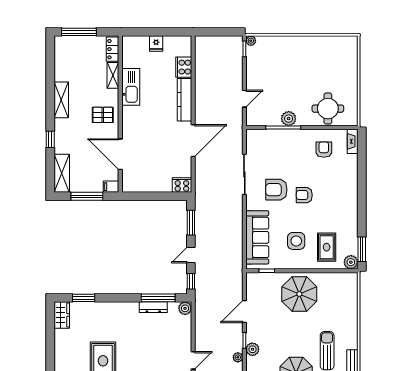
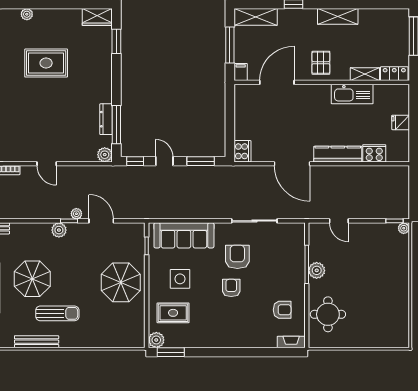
plant: (238, 357) -> (76, 214), moved

